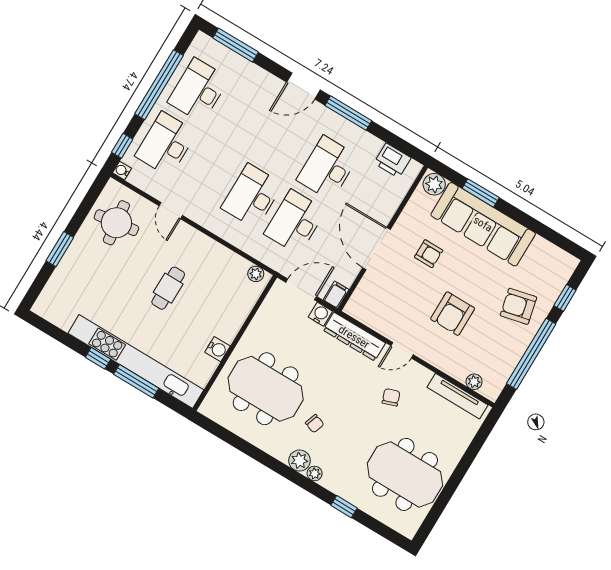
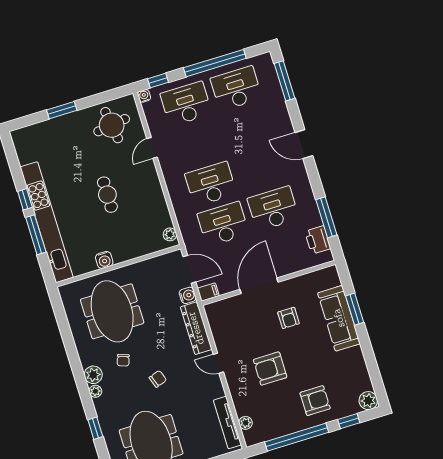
window: (348, 113) -> (326, 217), moved
plant: (434, 184) -> (368, 401), moved
sofa: (483, 224) -> (339, 318), width x0.74, depth x0.79
cafe table: (168, 288) -> (107, 195), turned 90
armchair: (518, 306) -> (315, 401), turned 103
chair: (391, 397) -> (158, 379), moved

